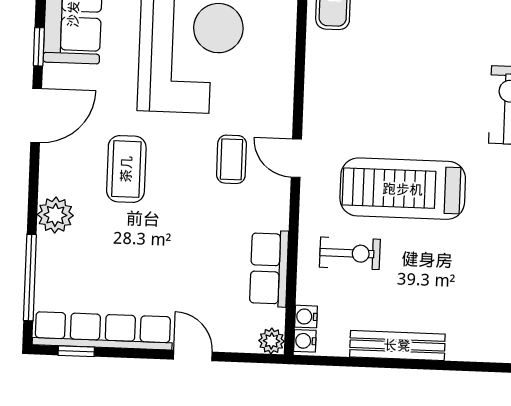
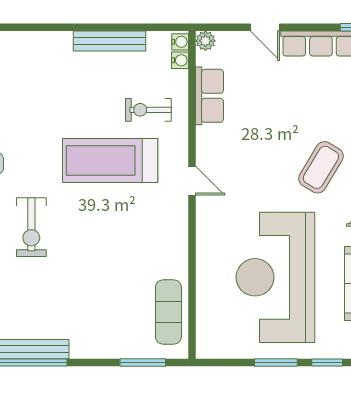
coffee table: (231, 159) -> (241, 178), removed
coffee table: (126, 169) -> (321, 167), turned 31
treadmill: (403, 189) -> (110, 160), turned 180

